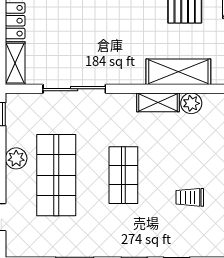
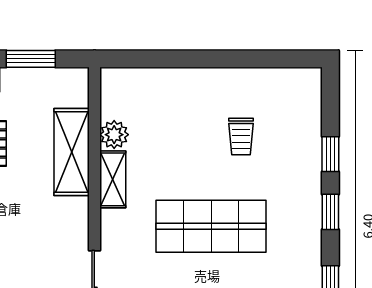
shop shelf: (123, 175) -> (211, 226), width x1.43, depth x1.36

